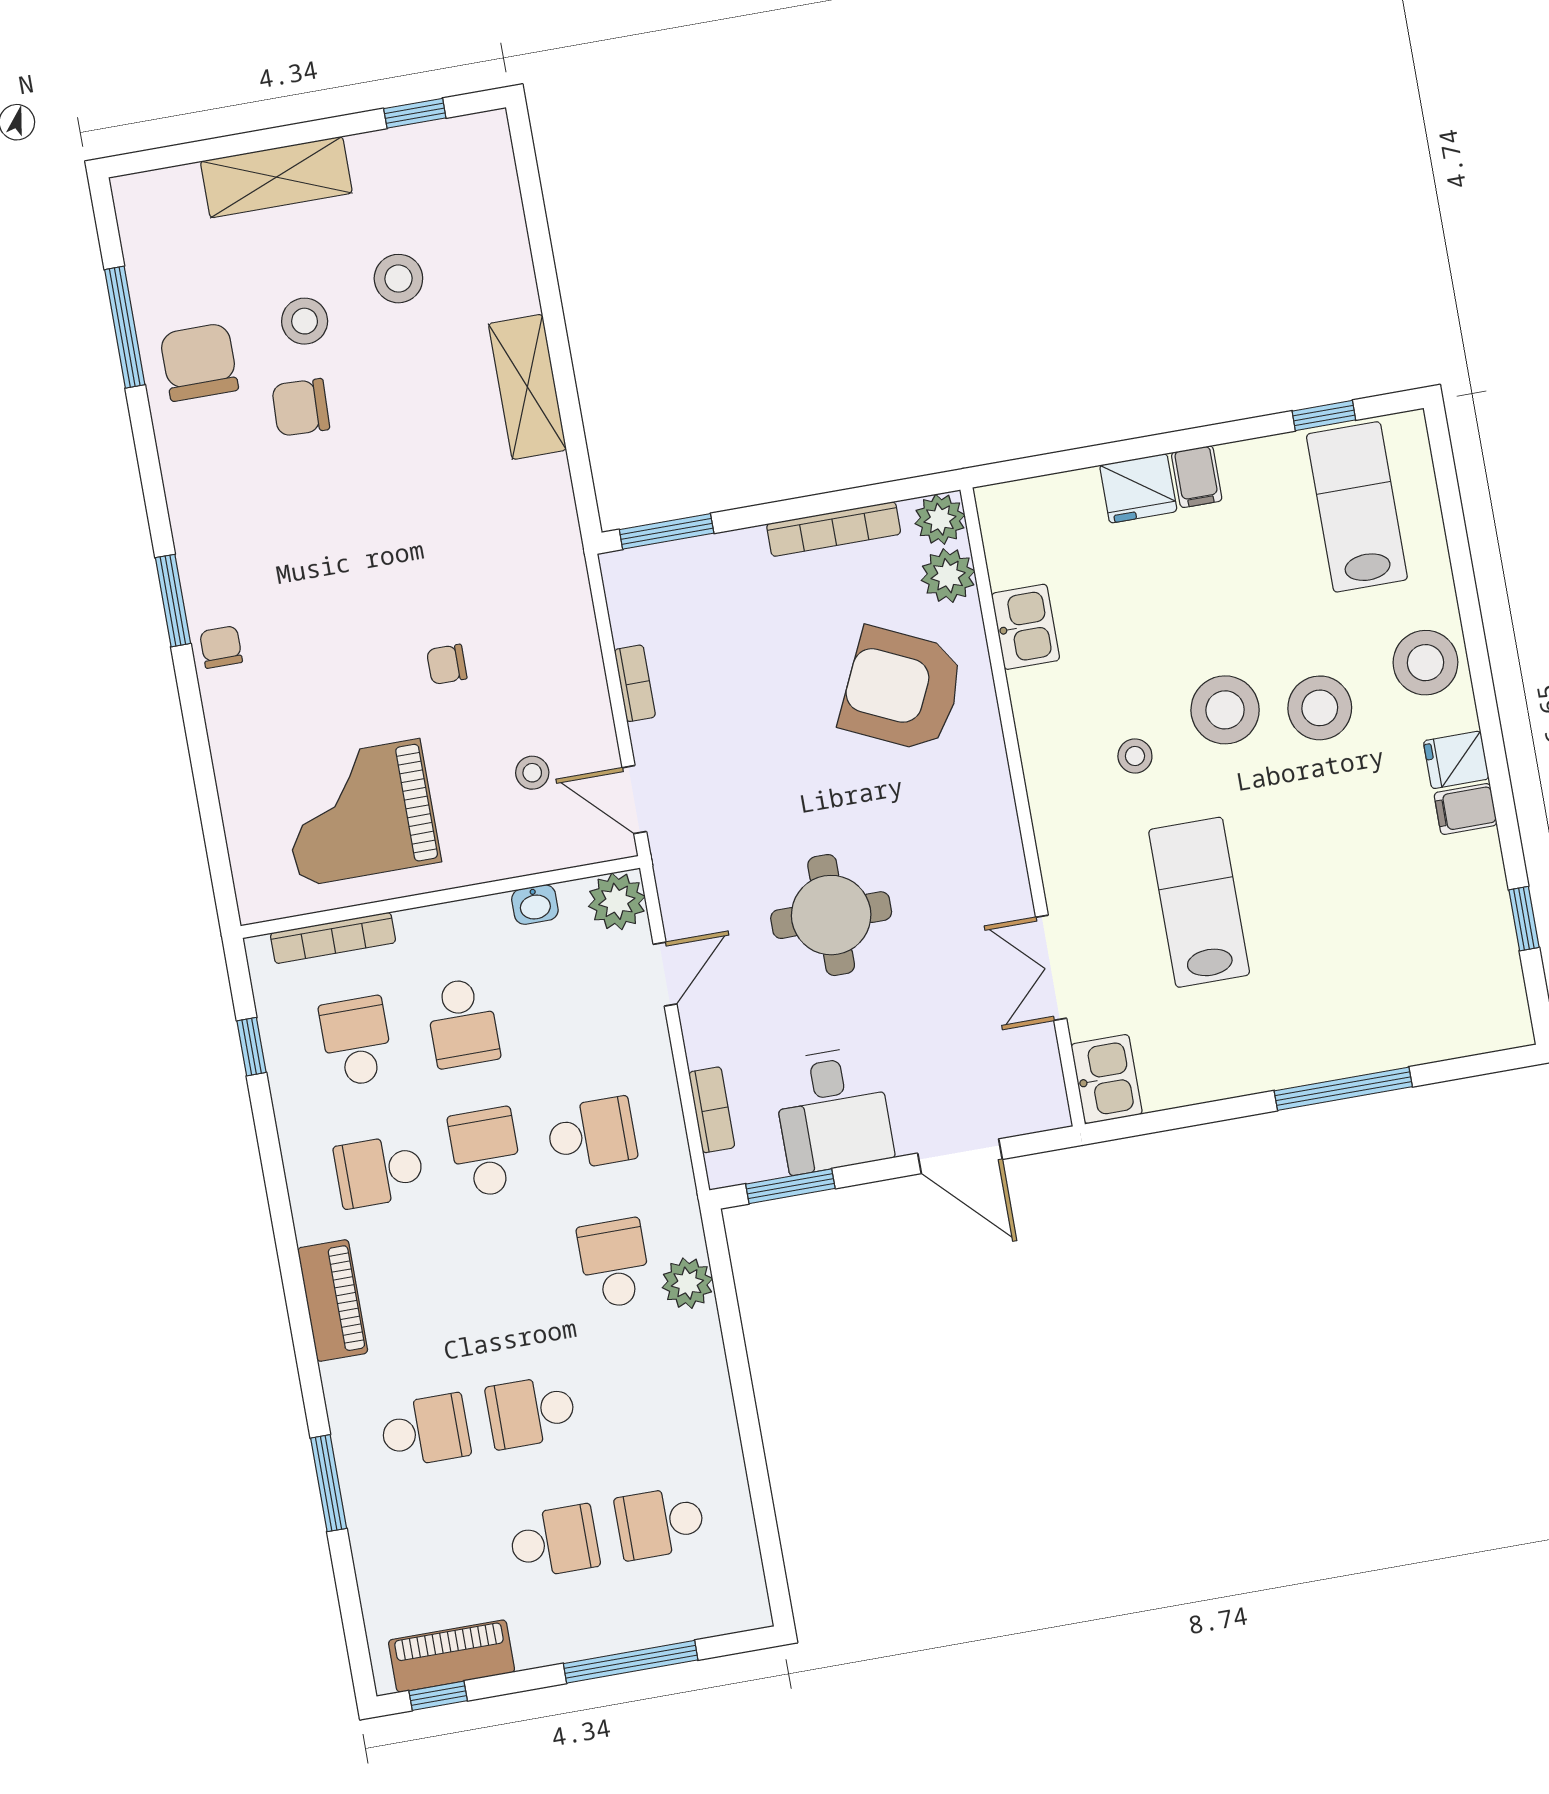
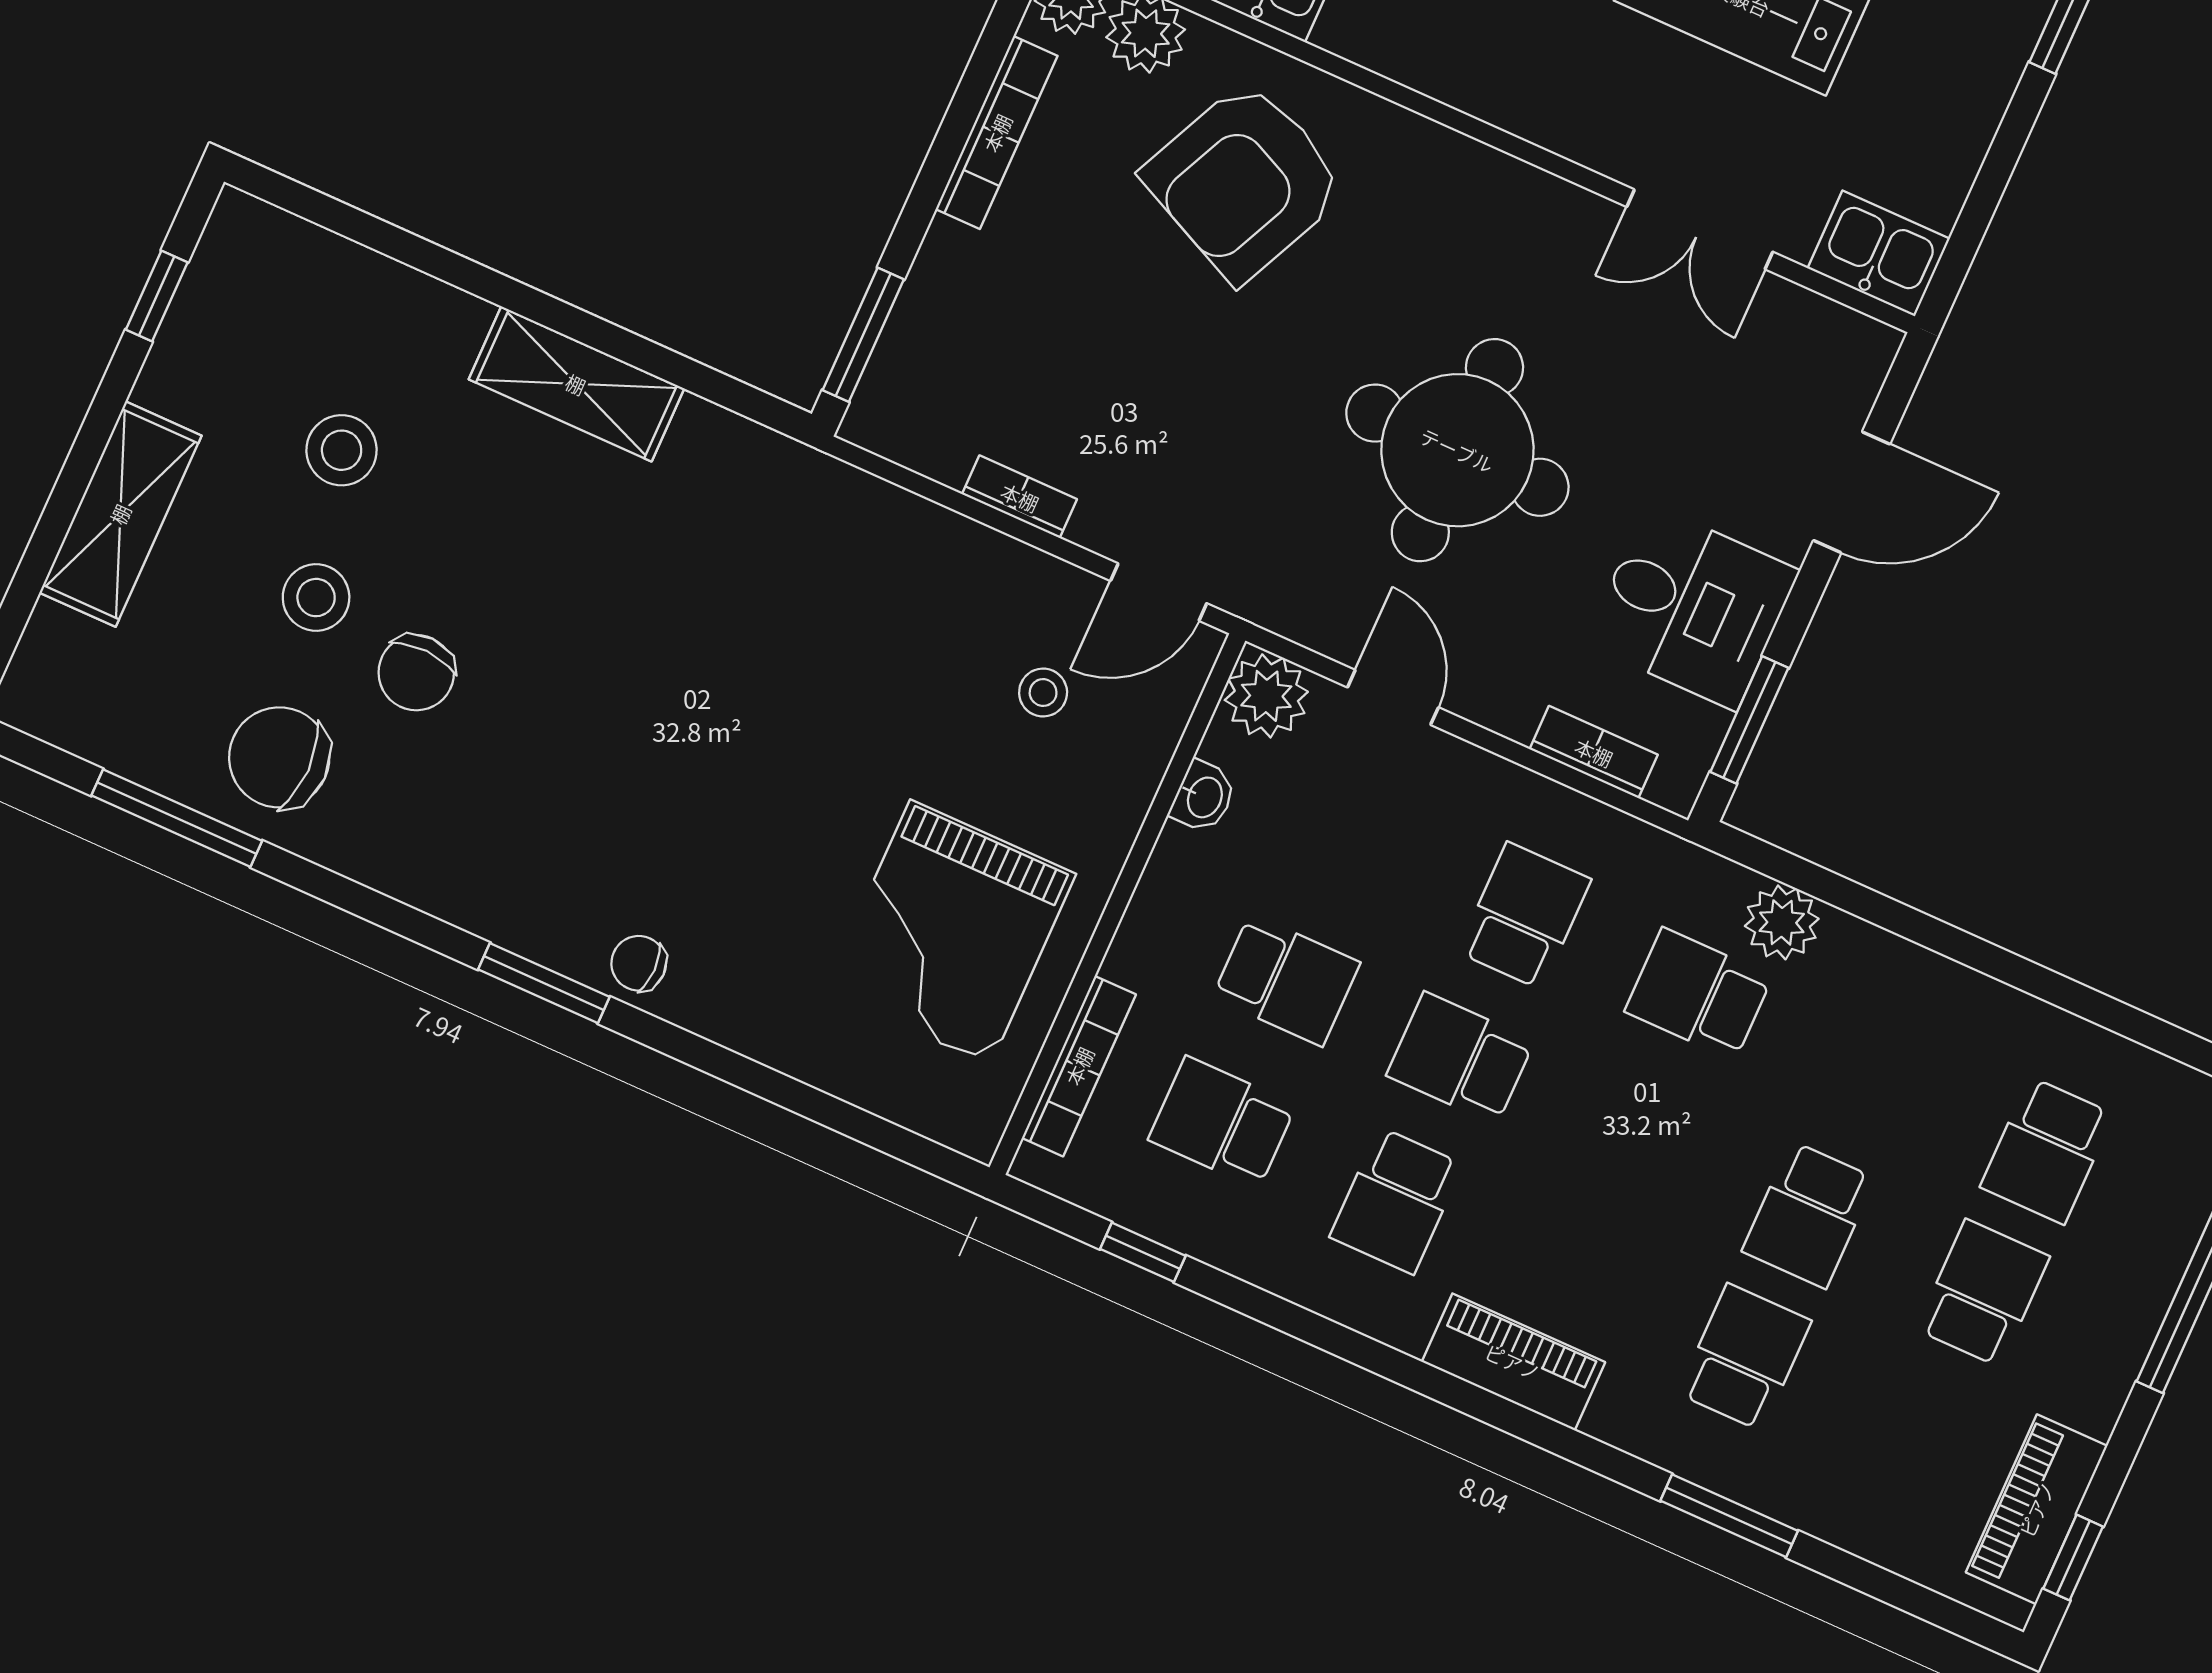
chair: (447, 664) -> (844, 707), removed
round table: (831, 915) -> (1457, 450), width x1.36, depth x1.36

